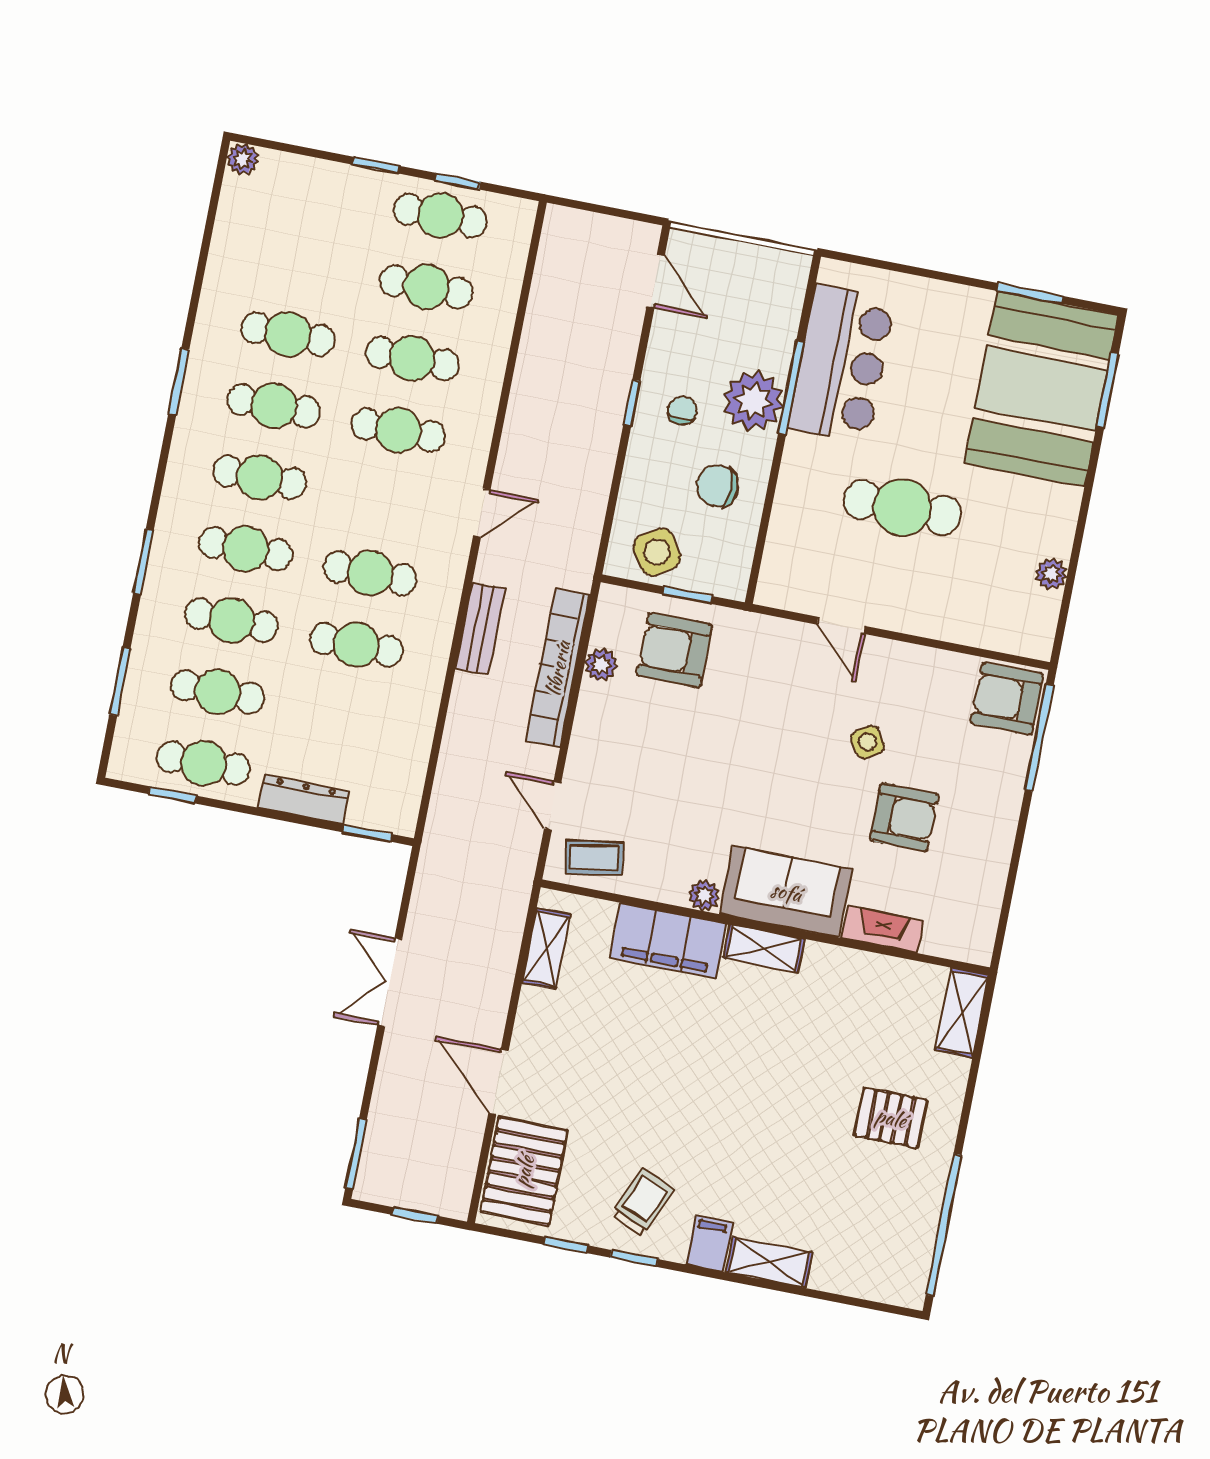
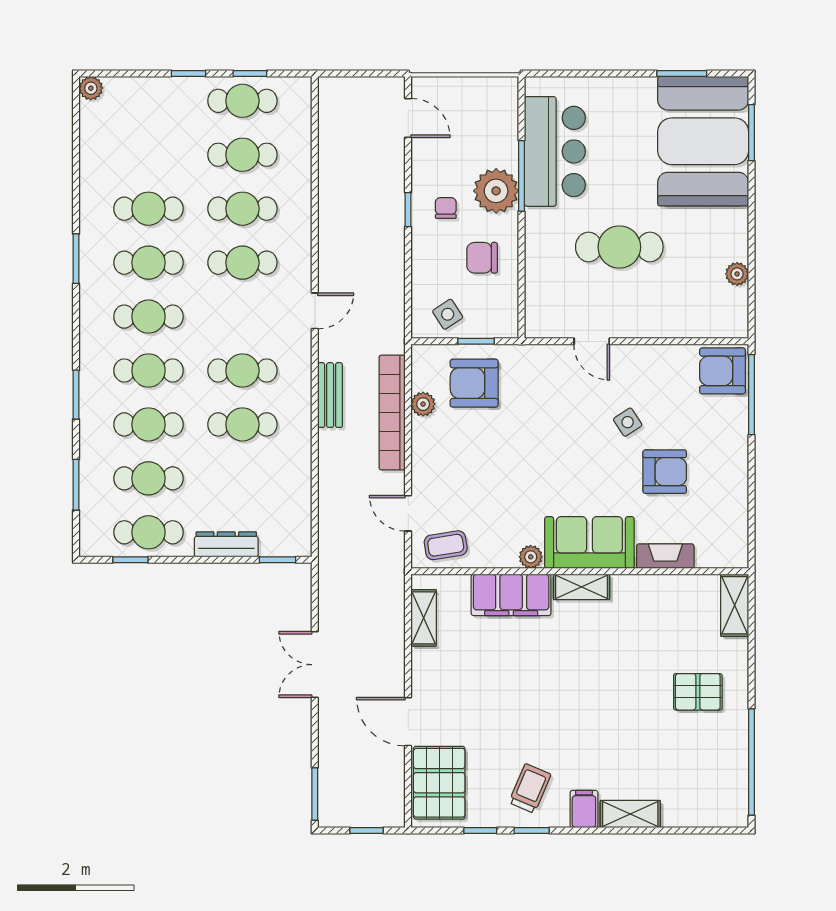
side table: (657, 552) -> (448, 314), width x0.73, depth x0.73

